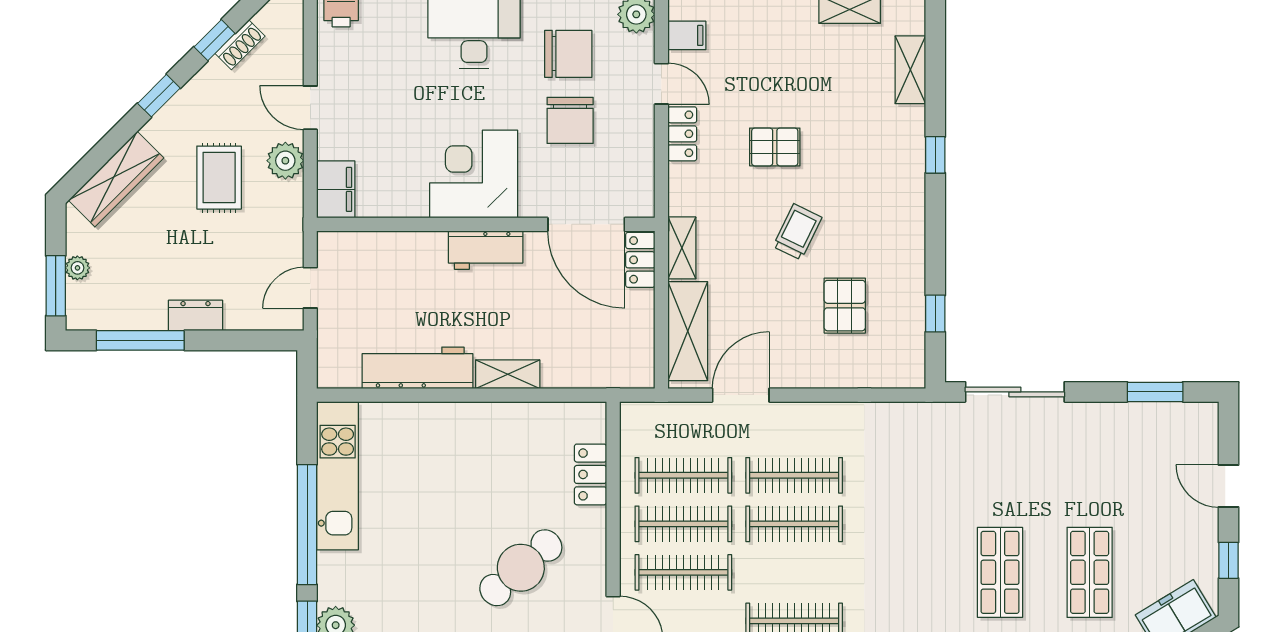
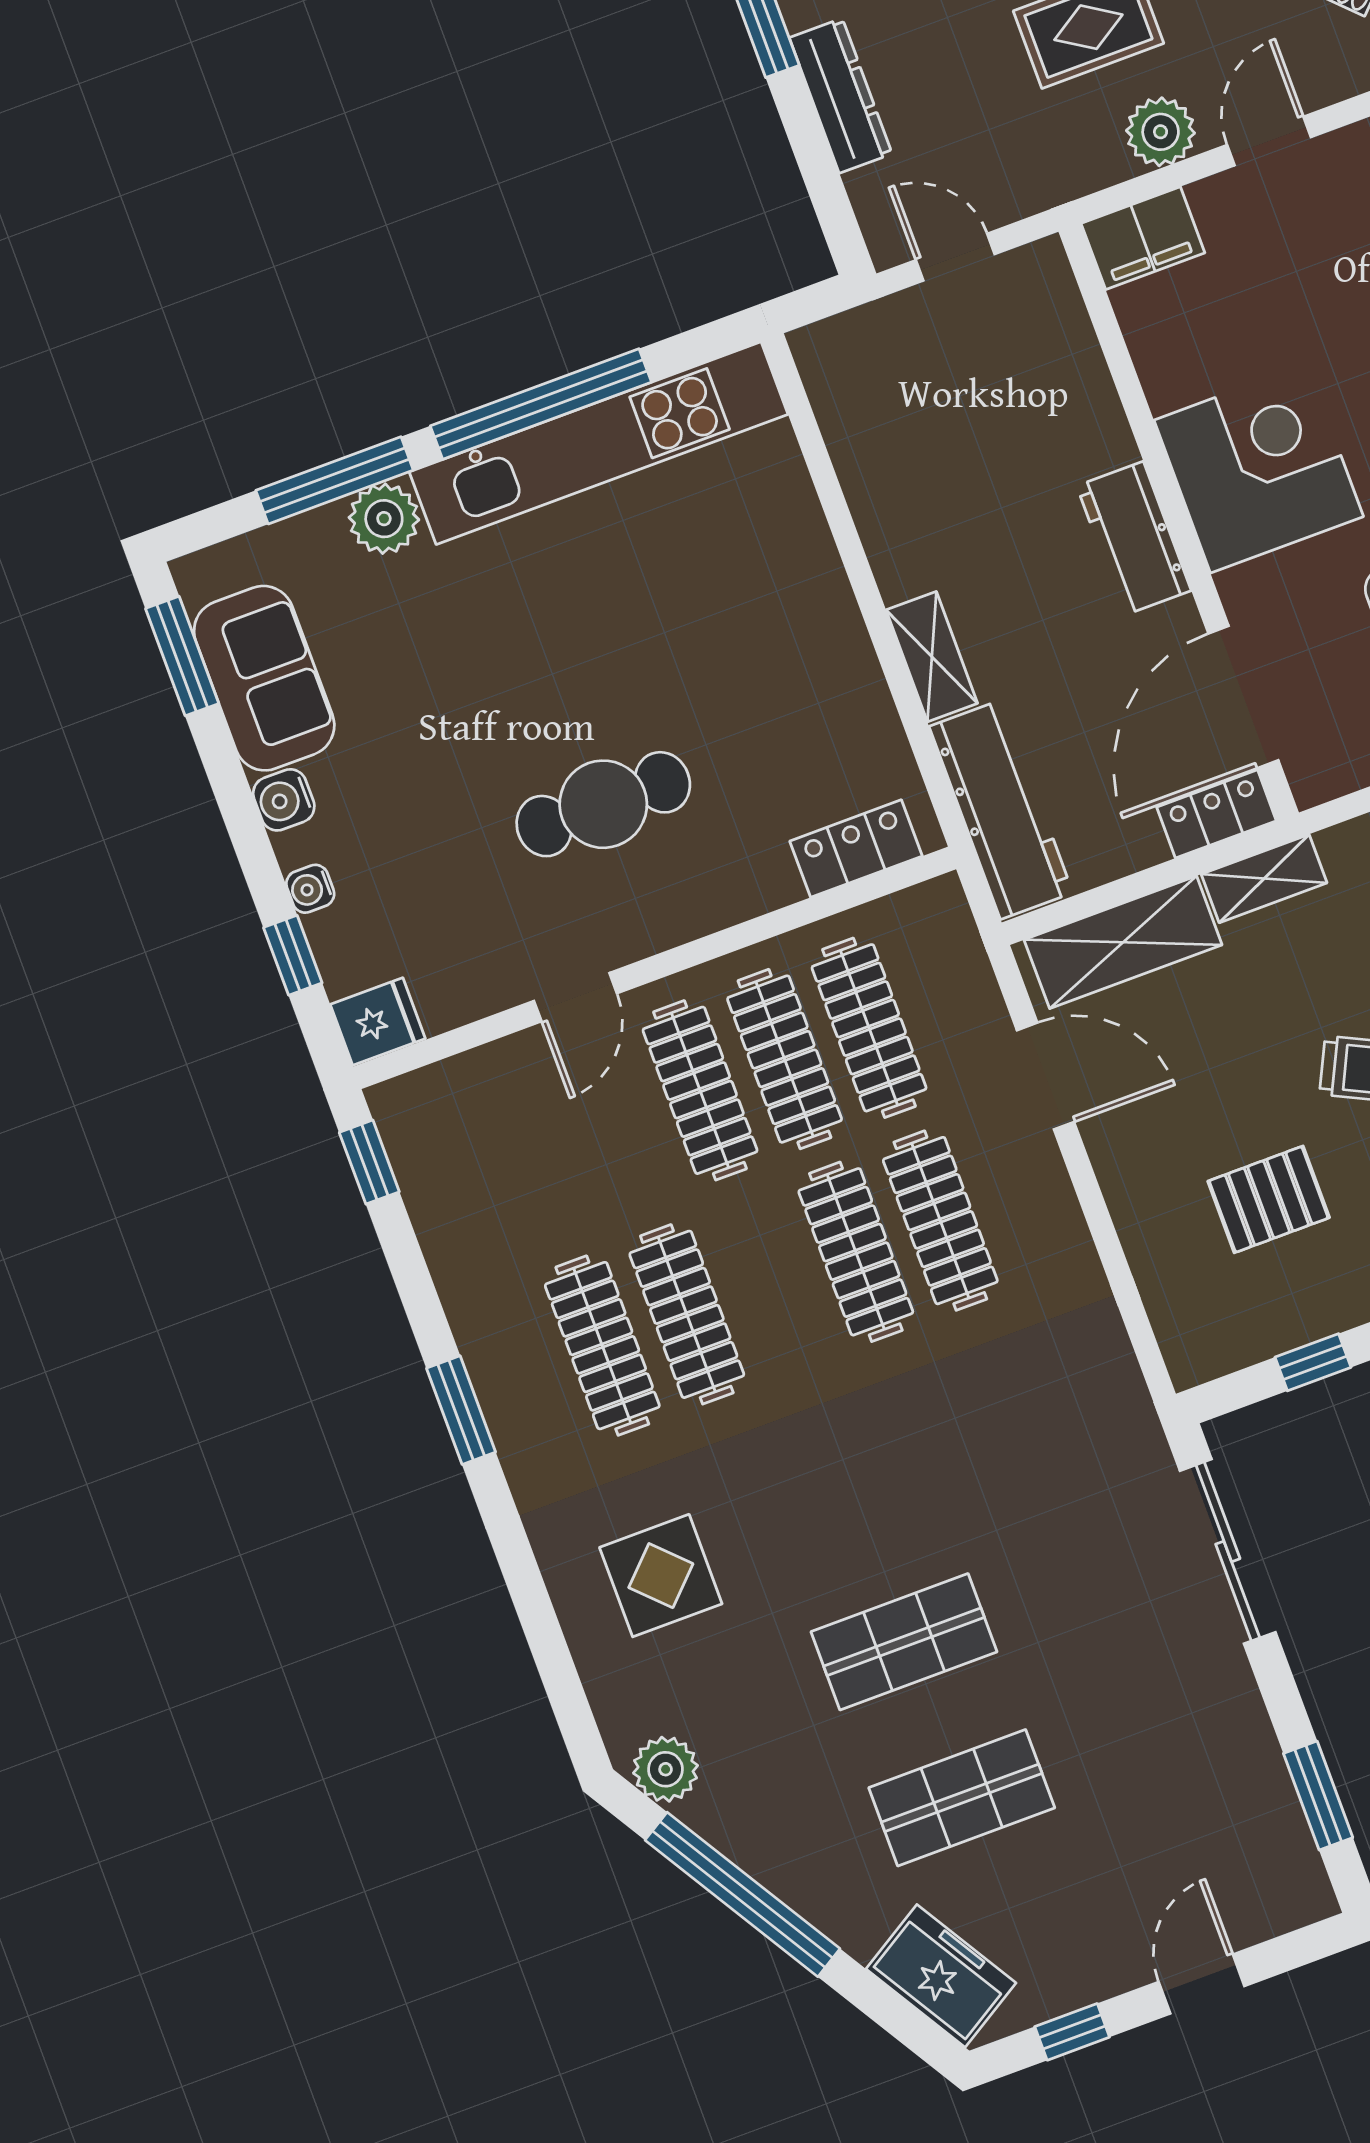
dresser: (196, 315) -> (841, 96), width x1.44
workbench: (417, 368) -> (1001, 810), moved
locker: (590, 474) -> (856, 849), moved
kitchen unit: (338, 476) -> (599, 443), width x1.36
cafe table: (521, 568) -> (603, 804), turned -49

